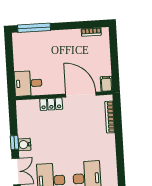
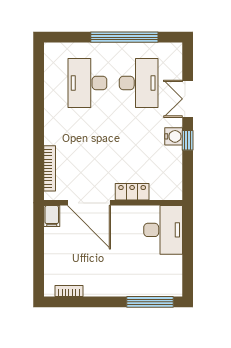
desk: (28, 83) -> (163, 230), width x1.37

